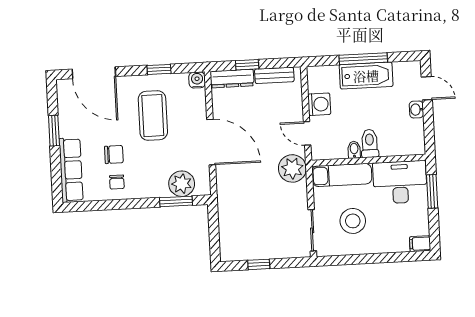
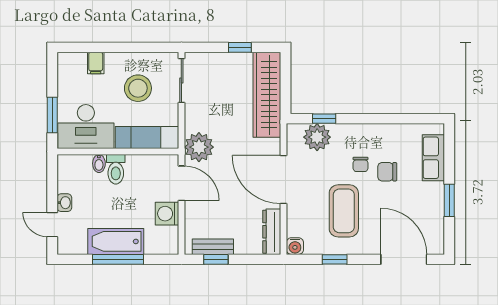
window: (247, 65) -> (216, 259), moved
dresser: (232, 79) -> (272, 232), moved, turned -90
door: (307, 133) -> (181, 183), width x1.37
bidet: (354, 150) -> (99, 163), moved
row of seats: (71, 170) -> (433, 158), width x0.68
chair: (117, 182) -> (361, 164), moved, turned 180
window: (176, 201) -> (324, 119), width x0.67
wardrobe: (231, 221) -> (267, 95), added
filing cabinet: (420, 244) -> (96, 63), moved, turned 90

